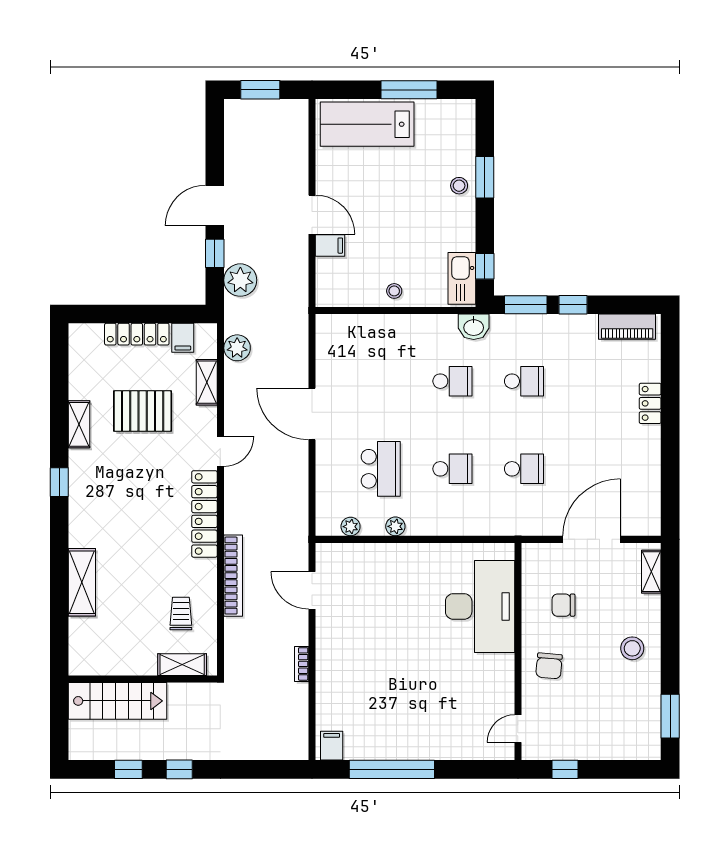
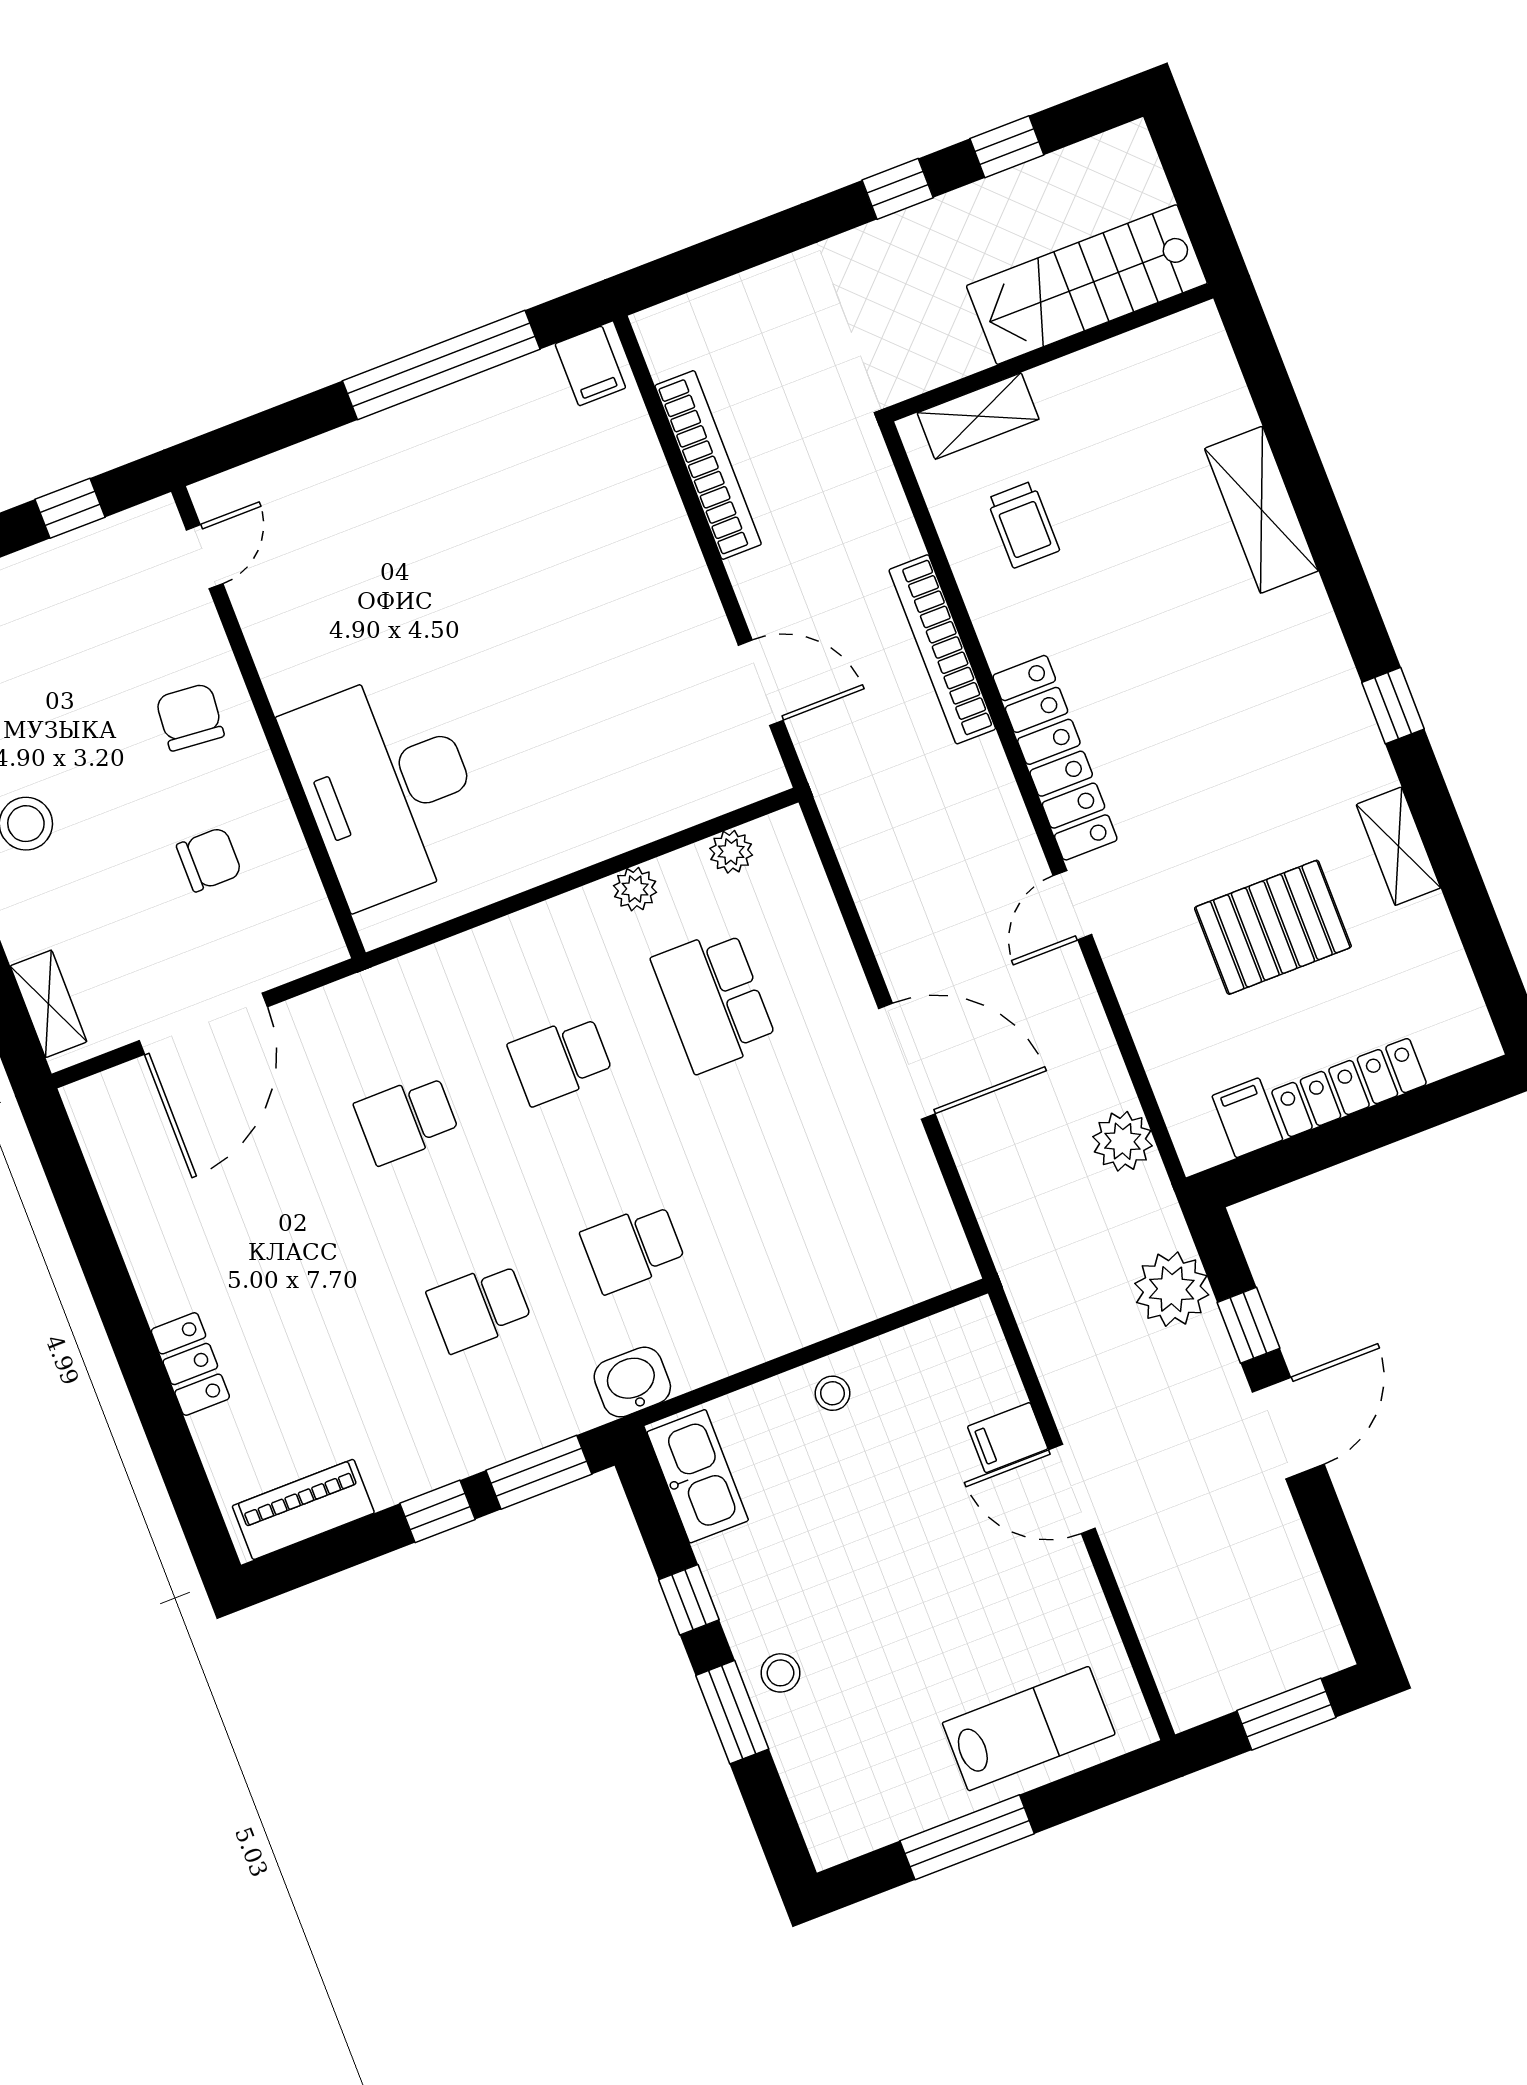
lab bench: (367, 124) -> (1029, 1729), width x0.73, depth x0.72
window: (485, 266) -> (689, 1600), moved
shelving: (207, 382) -> (1159, 1042), removed
bookcase: (302, 664) -> (708, 465), width x2.31, depth x1.31

